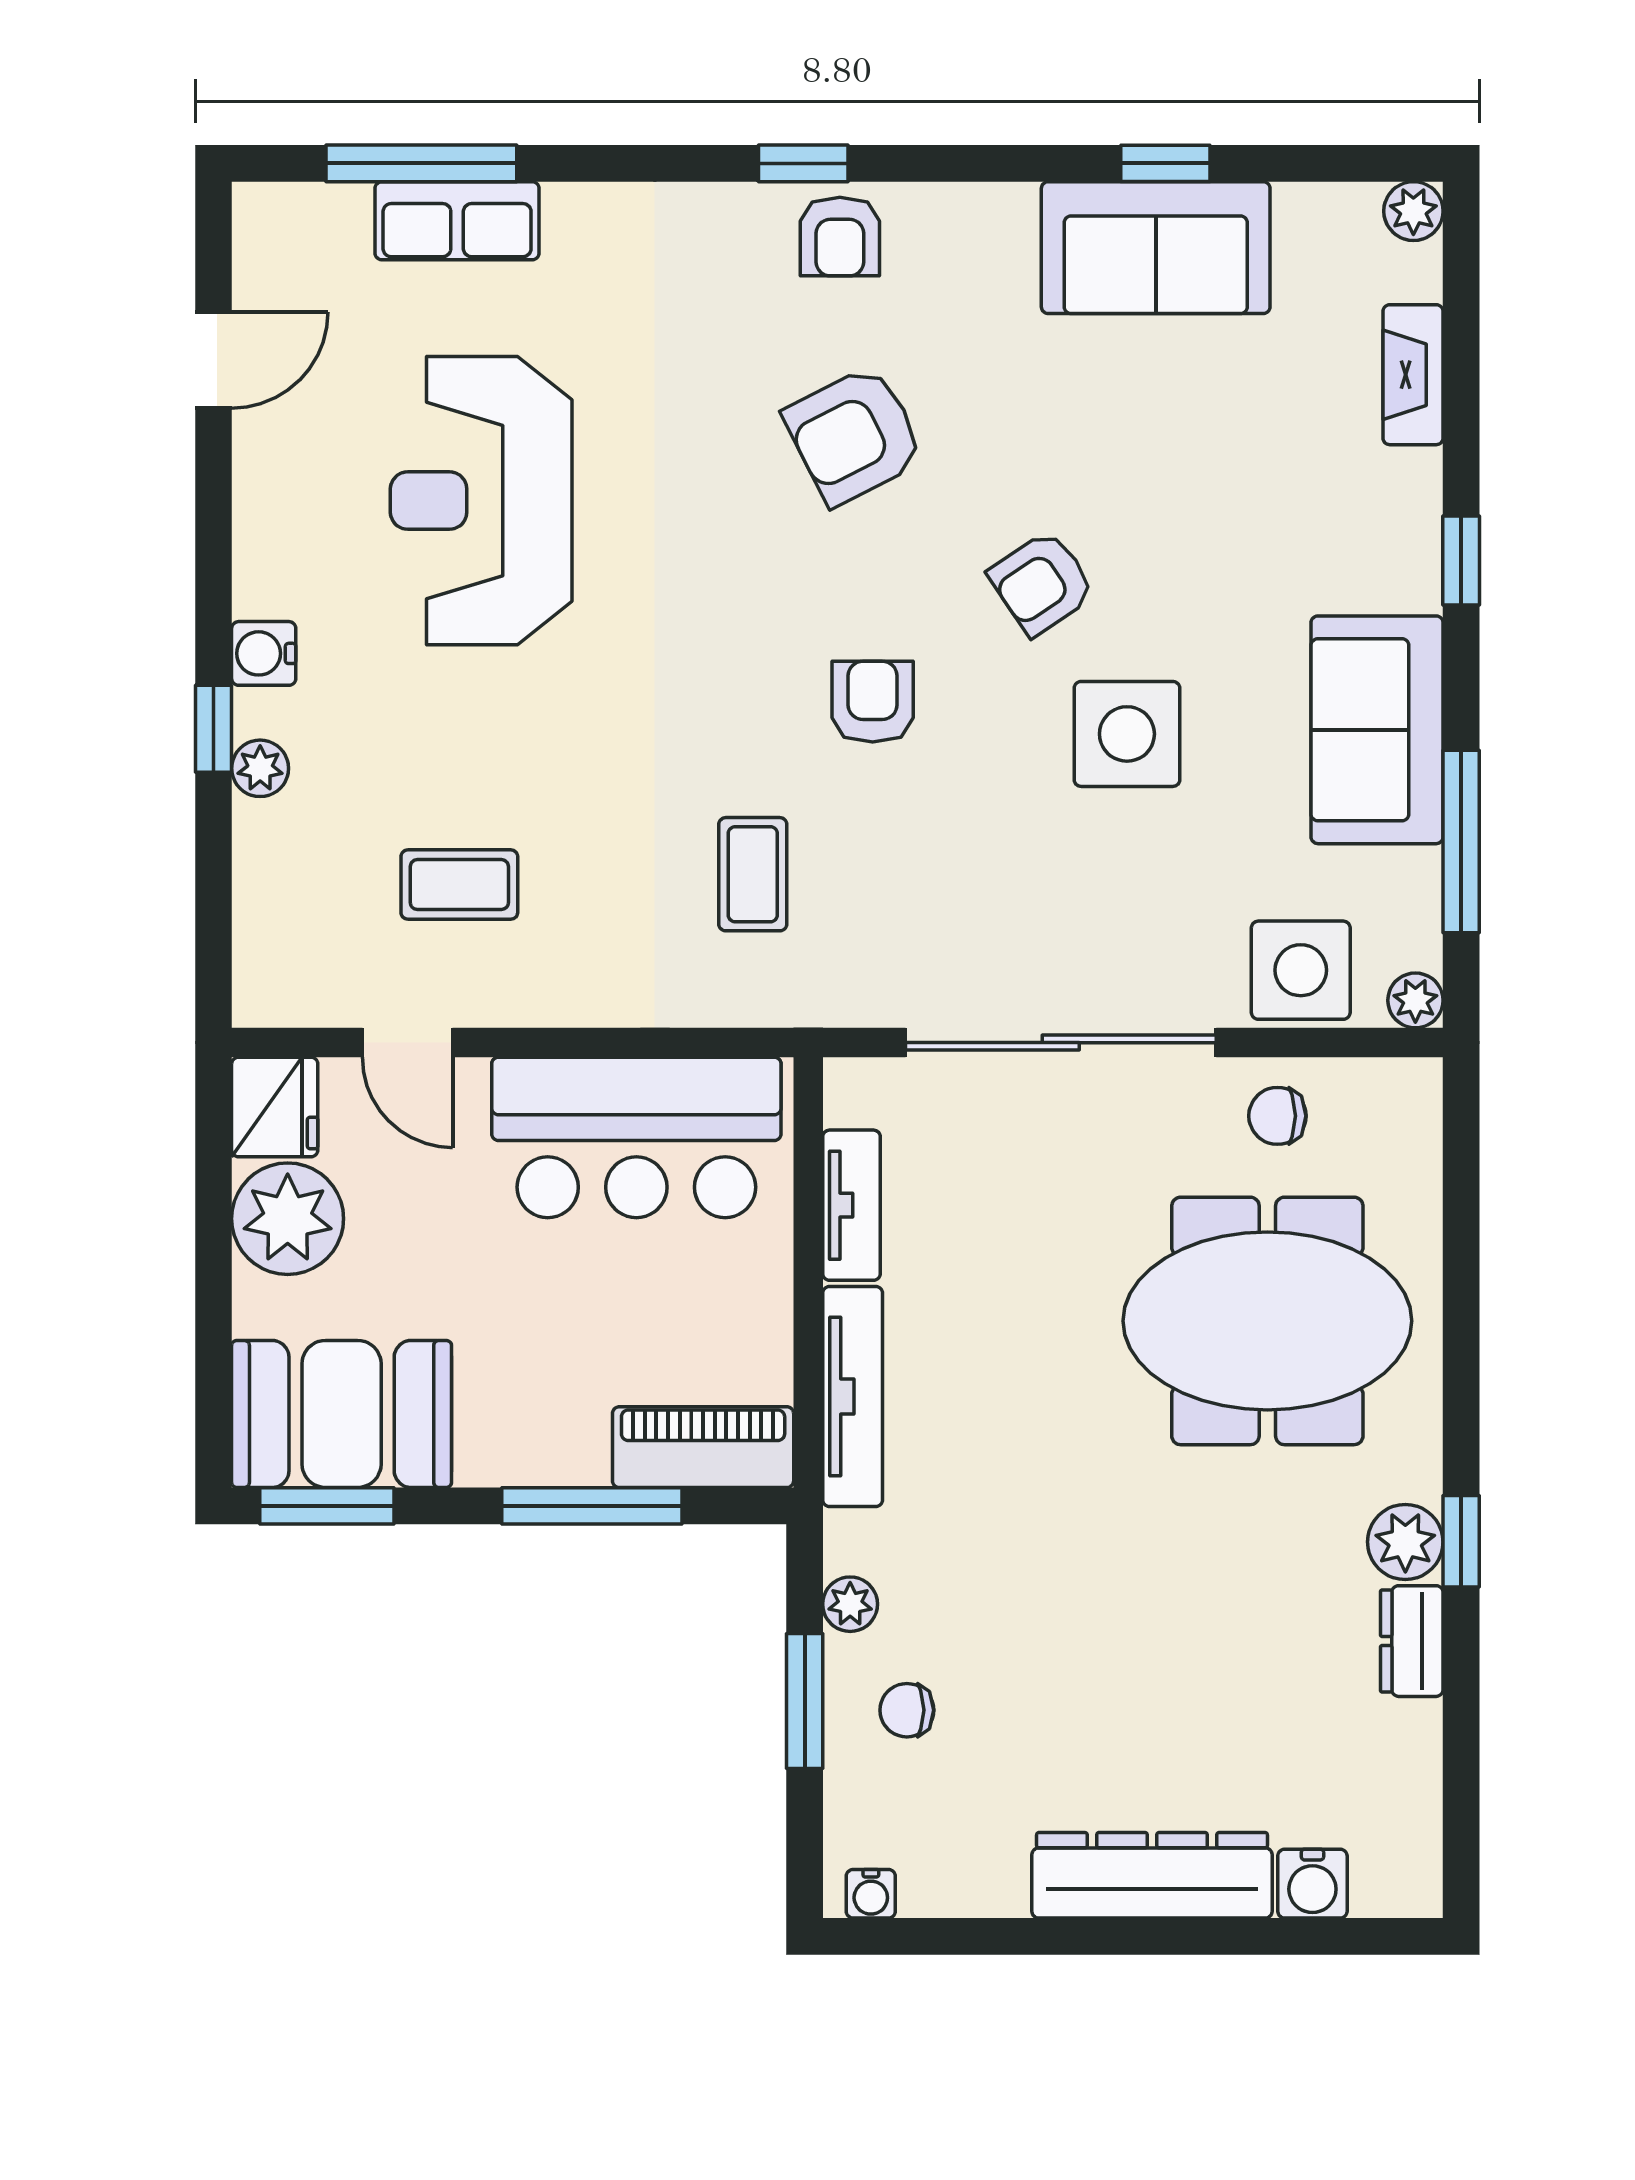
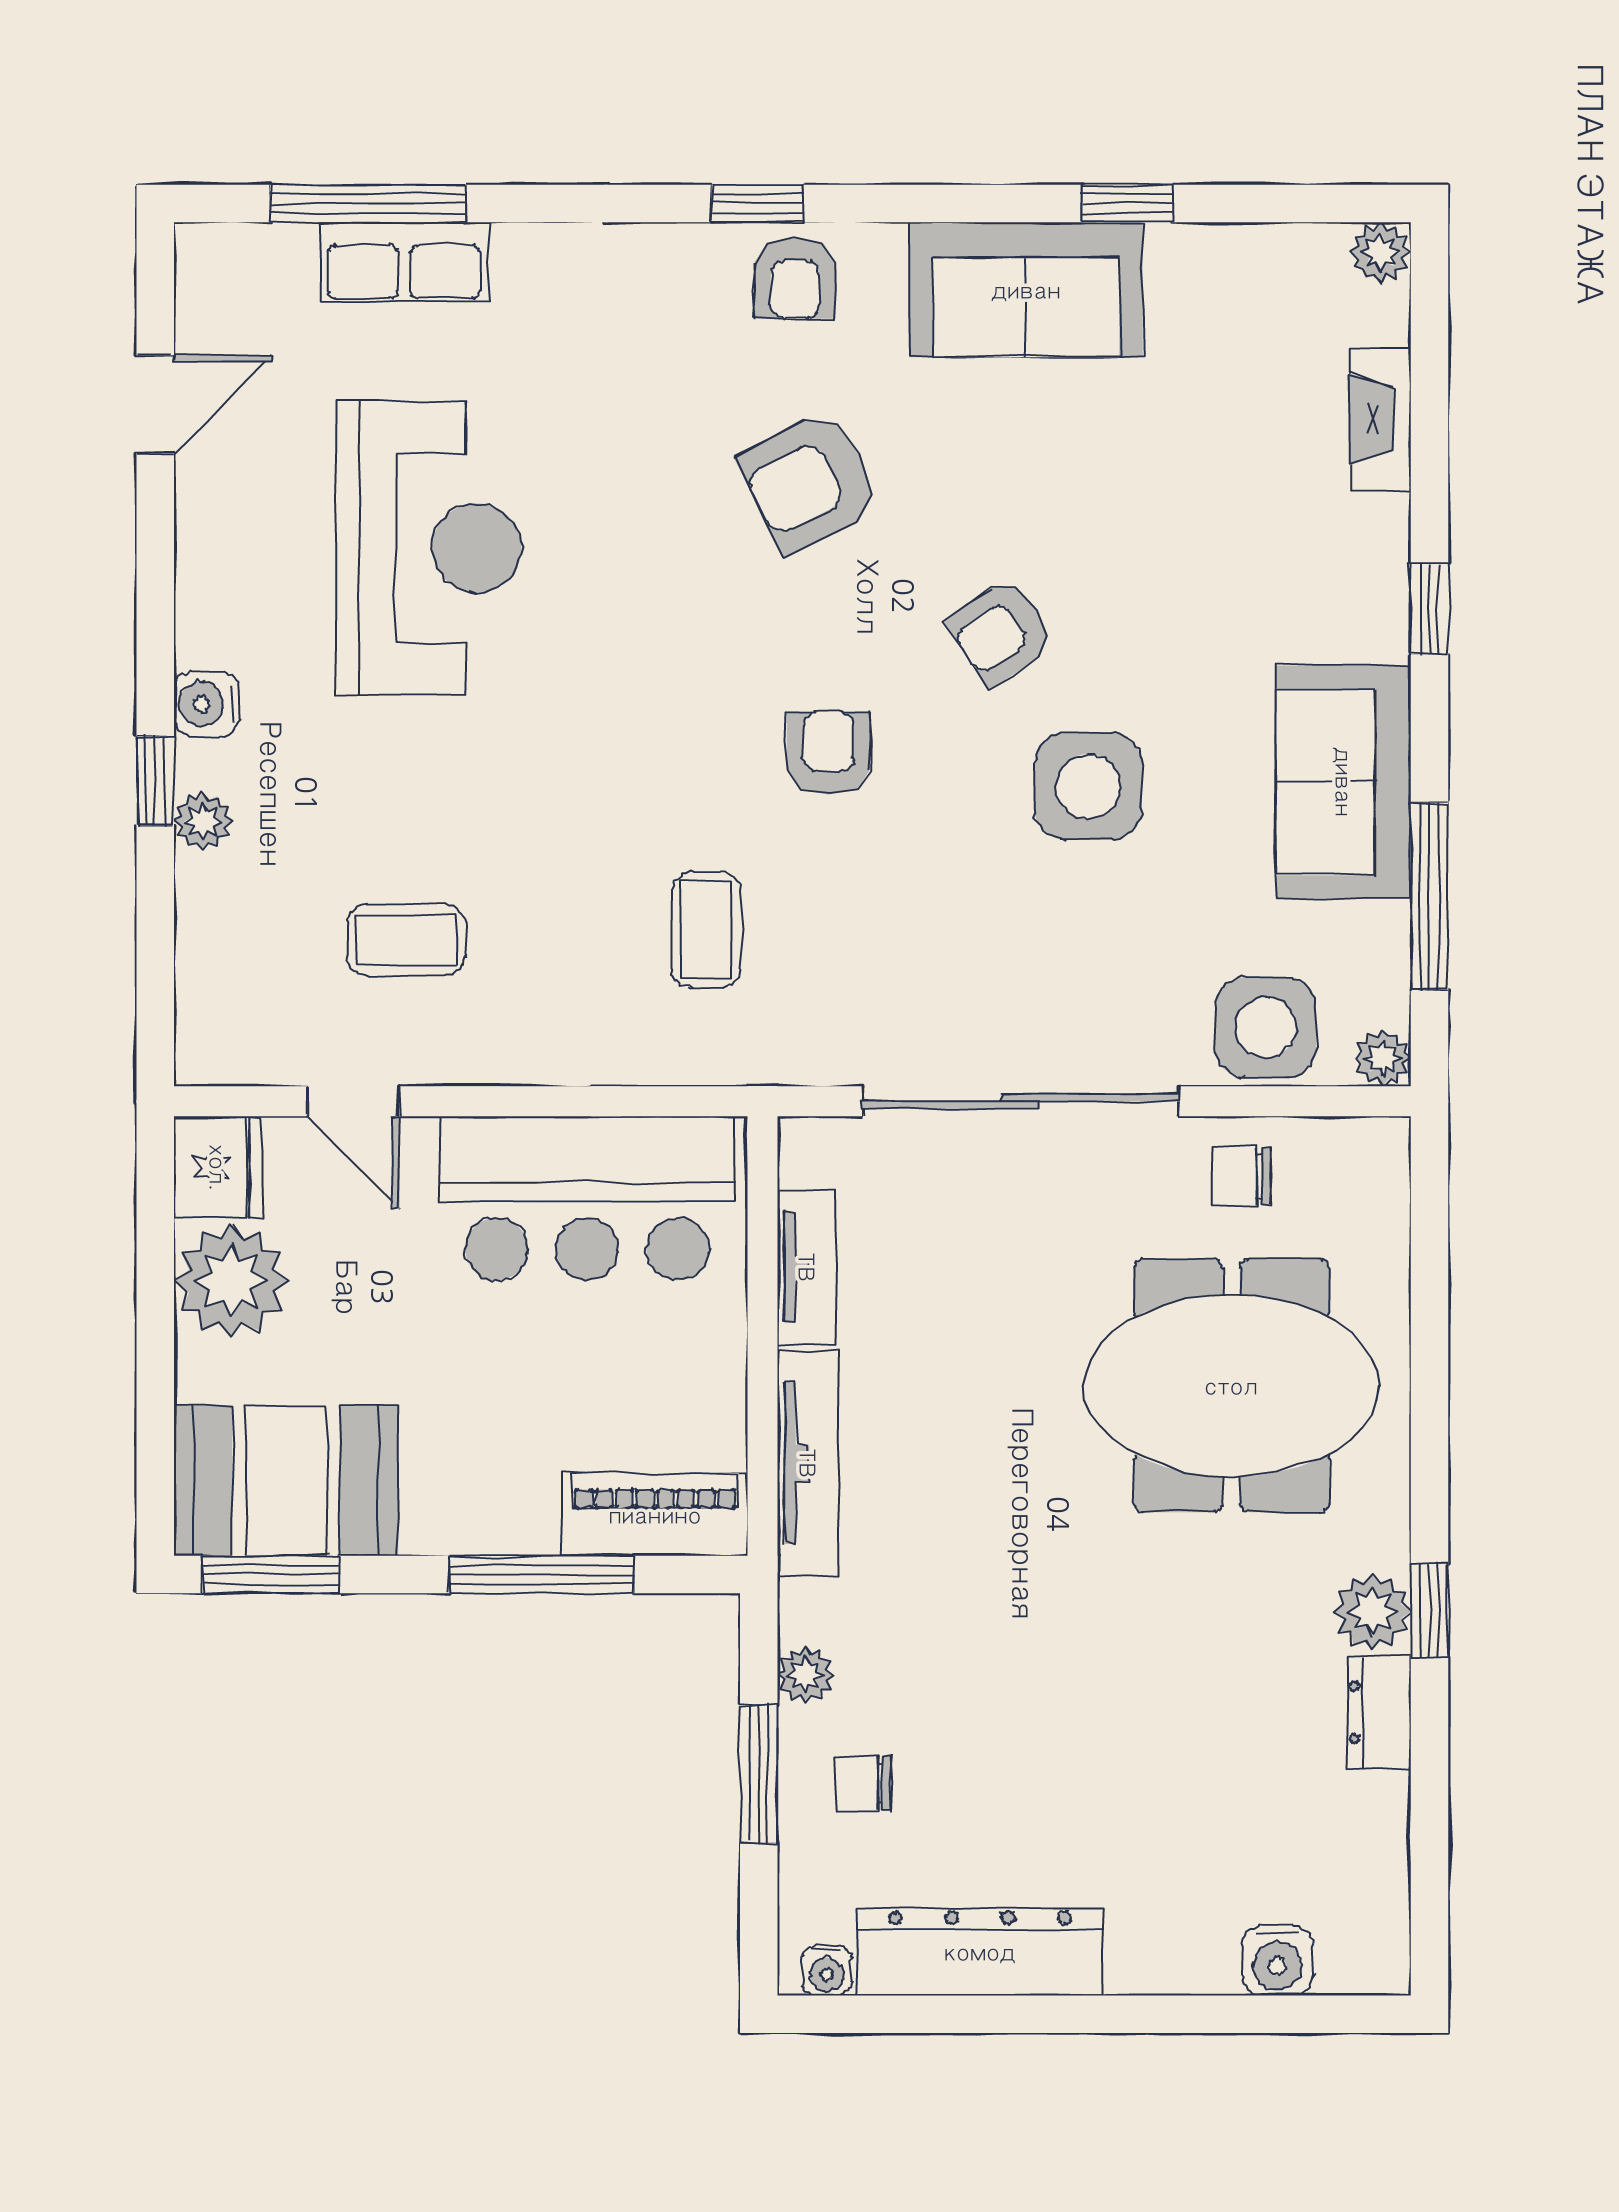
sofa: (1156, 248) -> (1026, 290), moved
reception desk: (481, 501) -> (429, 548), turned 180
dresser: (1152, 1875) -> (980, 1952), moved

